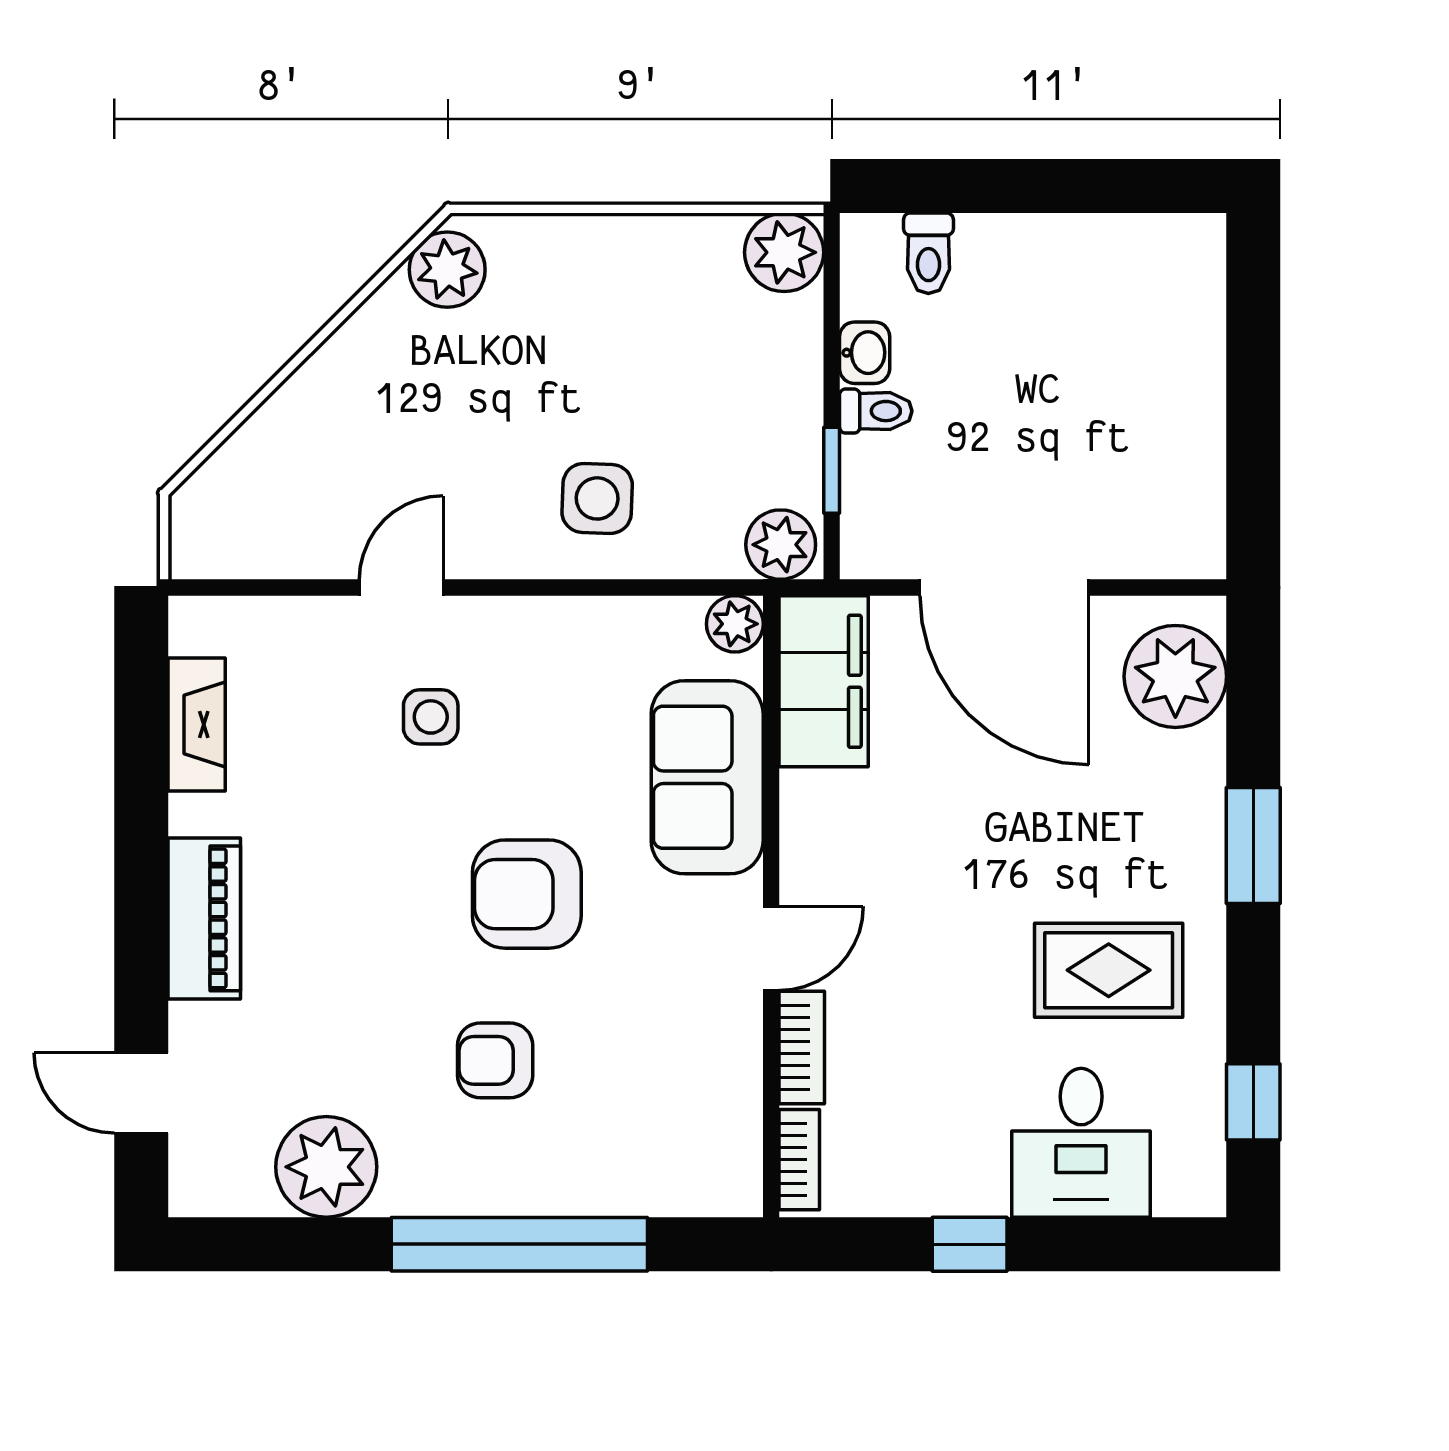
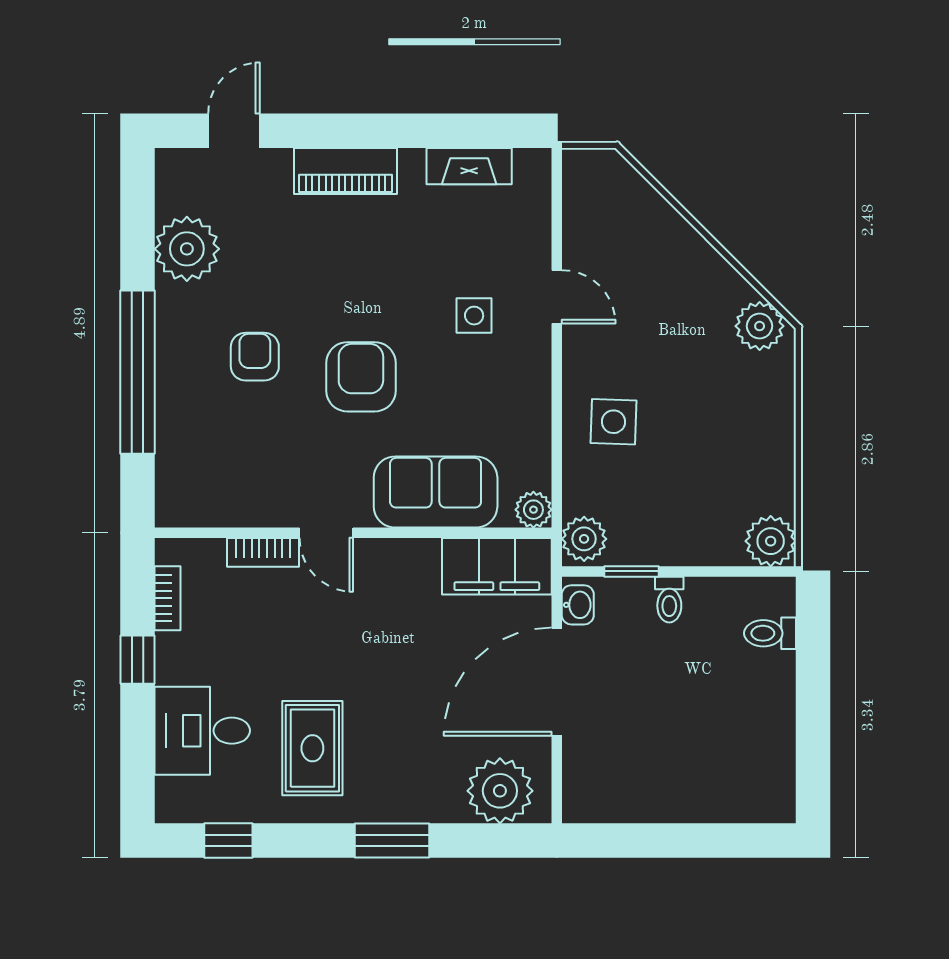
washbasin: (865, 353) -> (578, 605), moved, turned -90
bookcase: (799, 1160) -> (167, 598), moved, turned -90

